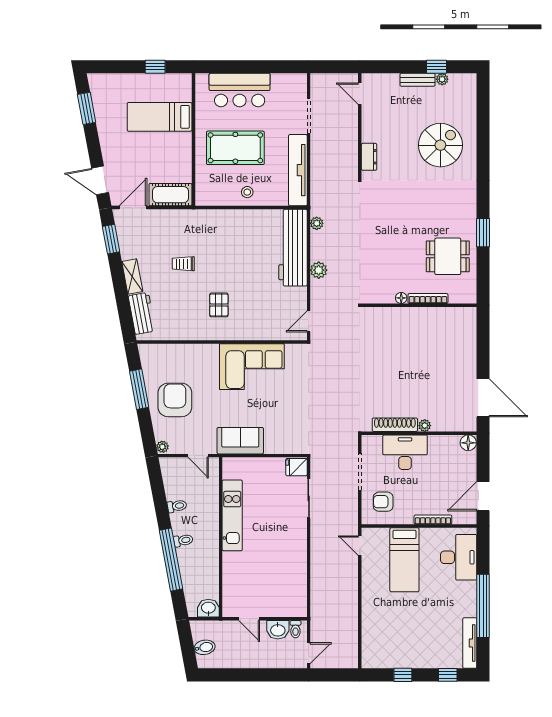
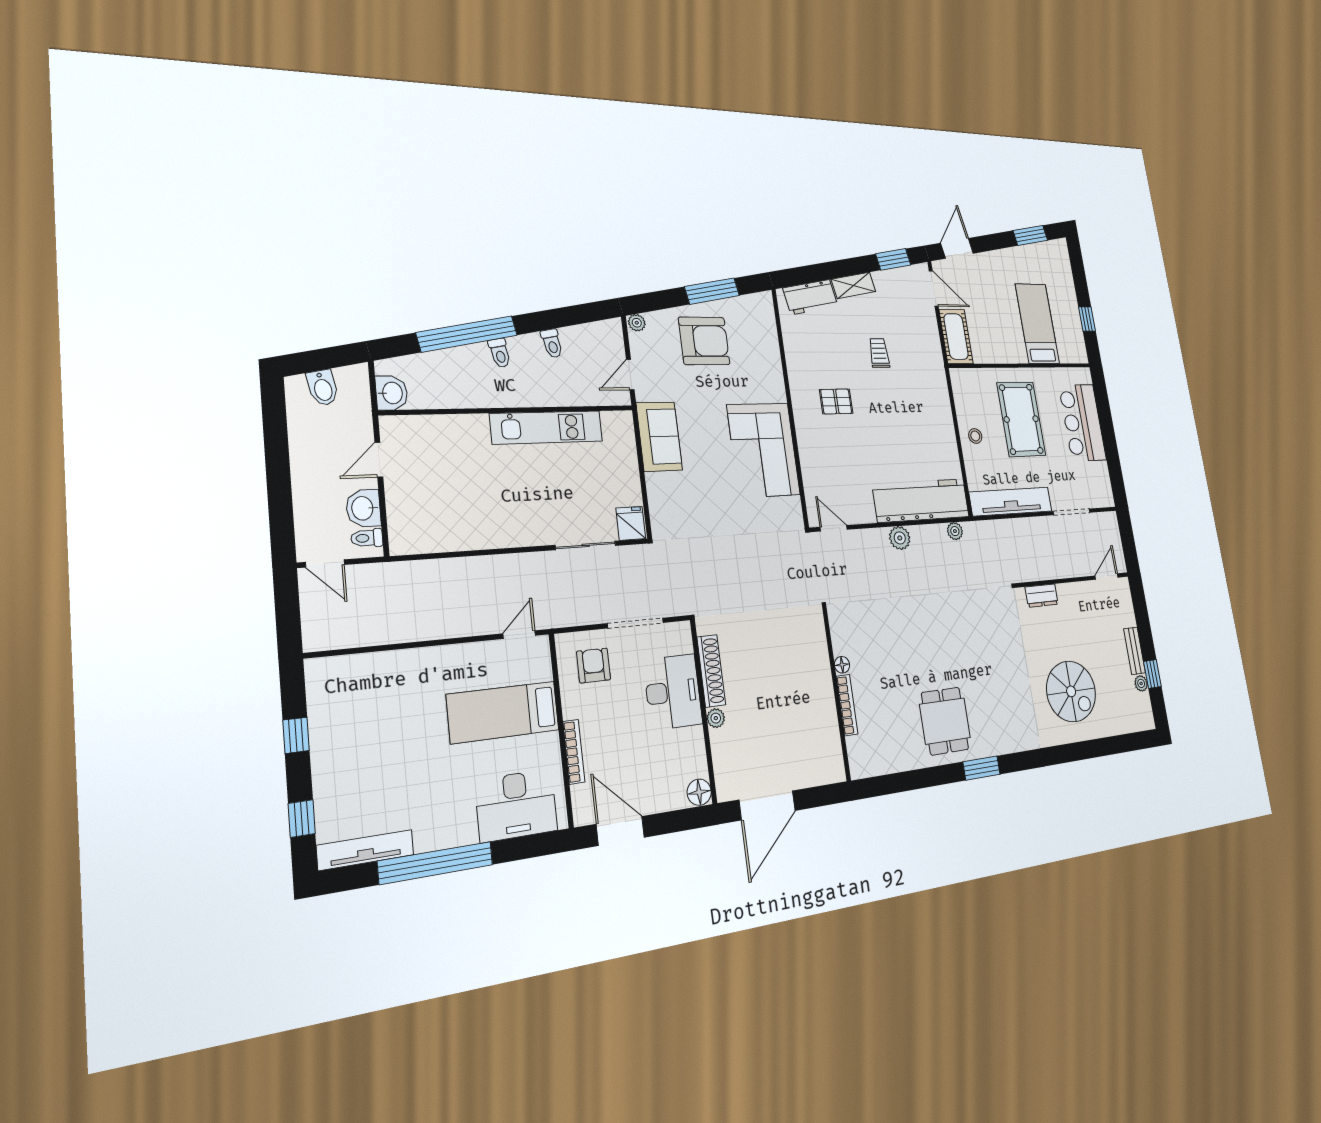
floor lamp: (401, 298) -> (842, 665), moved
bookcase: (428, 299) -> (847, 705), moved
wall: (419, 305) -> (836, 693), moved

